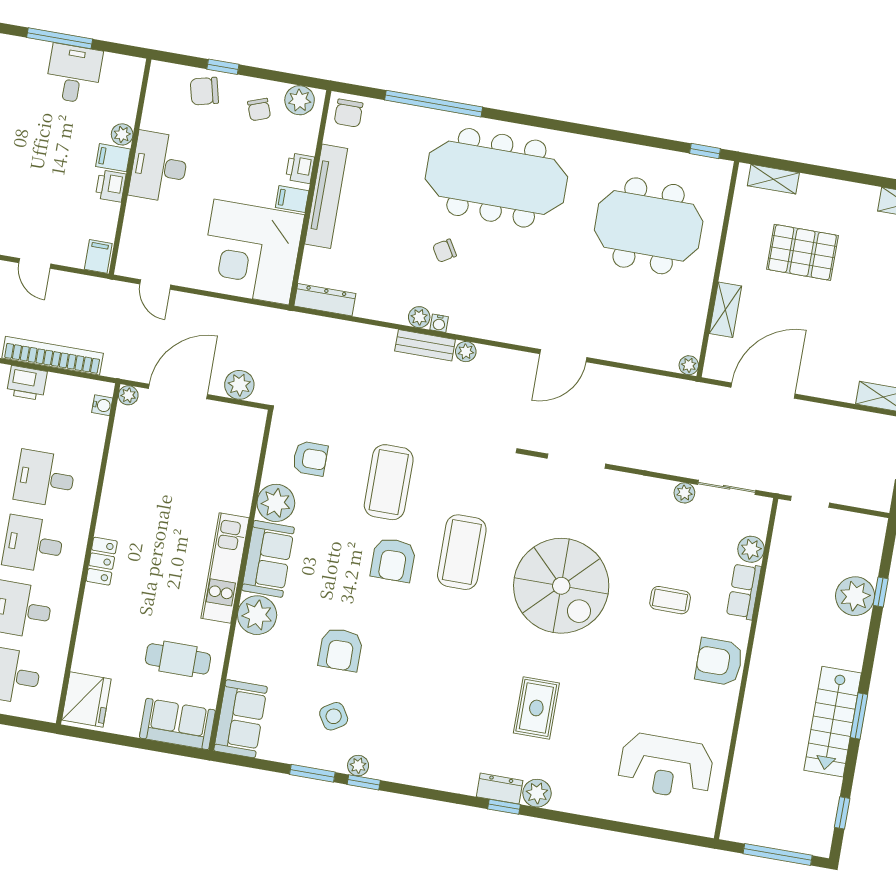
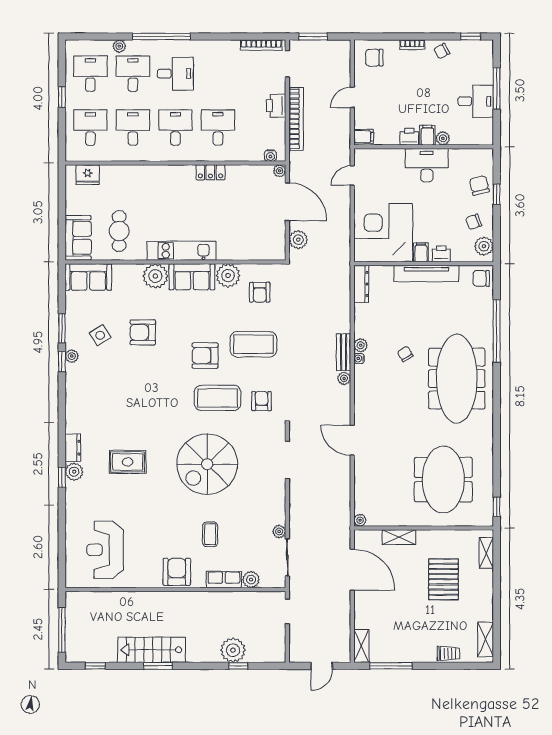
armchair: (479, 485) -> (262, 401), added
locker: (102, 561) -> (210, 172), moved
fridge: (86, 700) -> (88, 175), width x0.73, depth x0.75
window: (504, 807) -> (62, 477), moved

